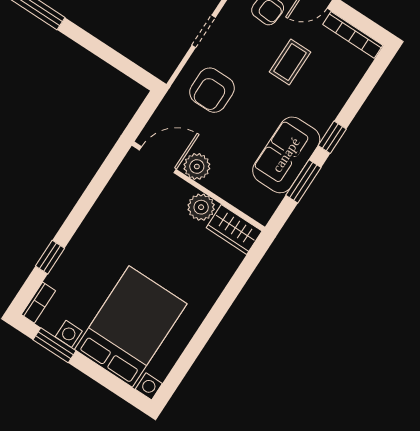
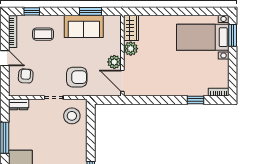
stool: (155, 41) -> (72, 116), added
coffee table: (290, 62) -> (43, 34), moved
window: (332, 137) -> (32, 11), moved
bed with nightstands: (131, 327) -> (203, 37), width x0.73
window: (54, 345) -> (233, 35), moved

